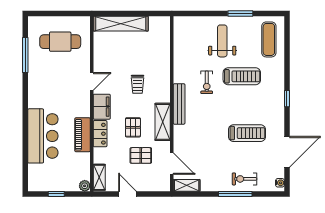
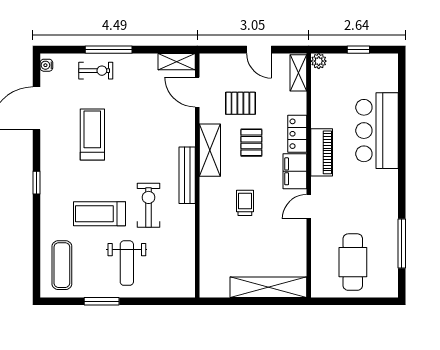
cafe table: (60, 42) -> (353, 262), turned 90
exercise bike: (207, 82) -> (149, 205), width x1.38, depth x1.39
treadmill: (247, 133) -> (92, 135), turned 90
piano: (83, 135) -> (322, 152), moved

